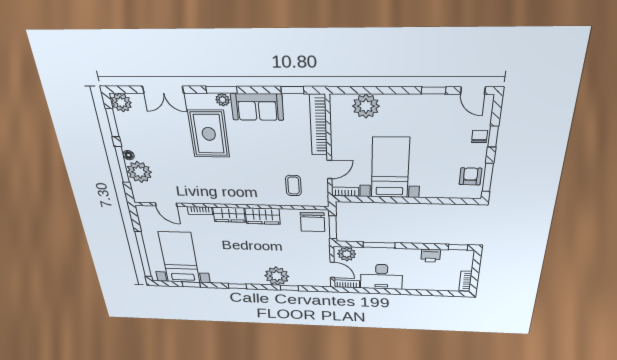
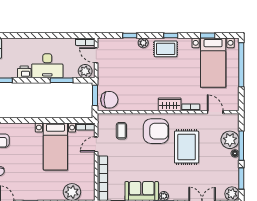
rug: (209, 134) -> (187, 147), moved
armchair: (244, 184) -> (156, 131), added
wardrobe: (263, 216) -> (145, 104), removed
chair: (313, 222) -> (109, 100), turned 90
rug: (242, 273) -> (166, 49), added
plant: (277, 276) -> (143, 43), width x0.53, depth x0.53
desk: (381, 277) -> (47, 66), moved, turned 180

